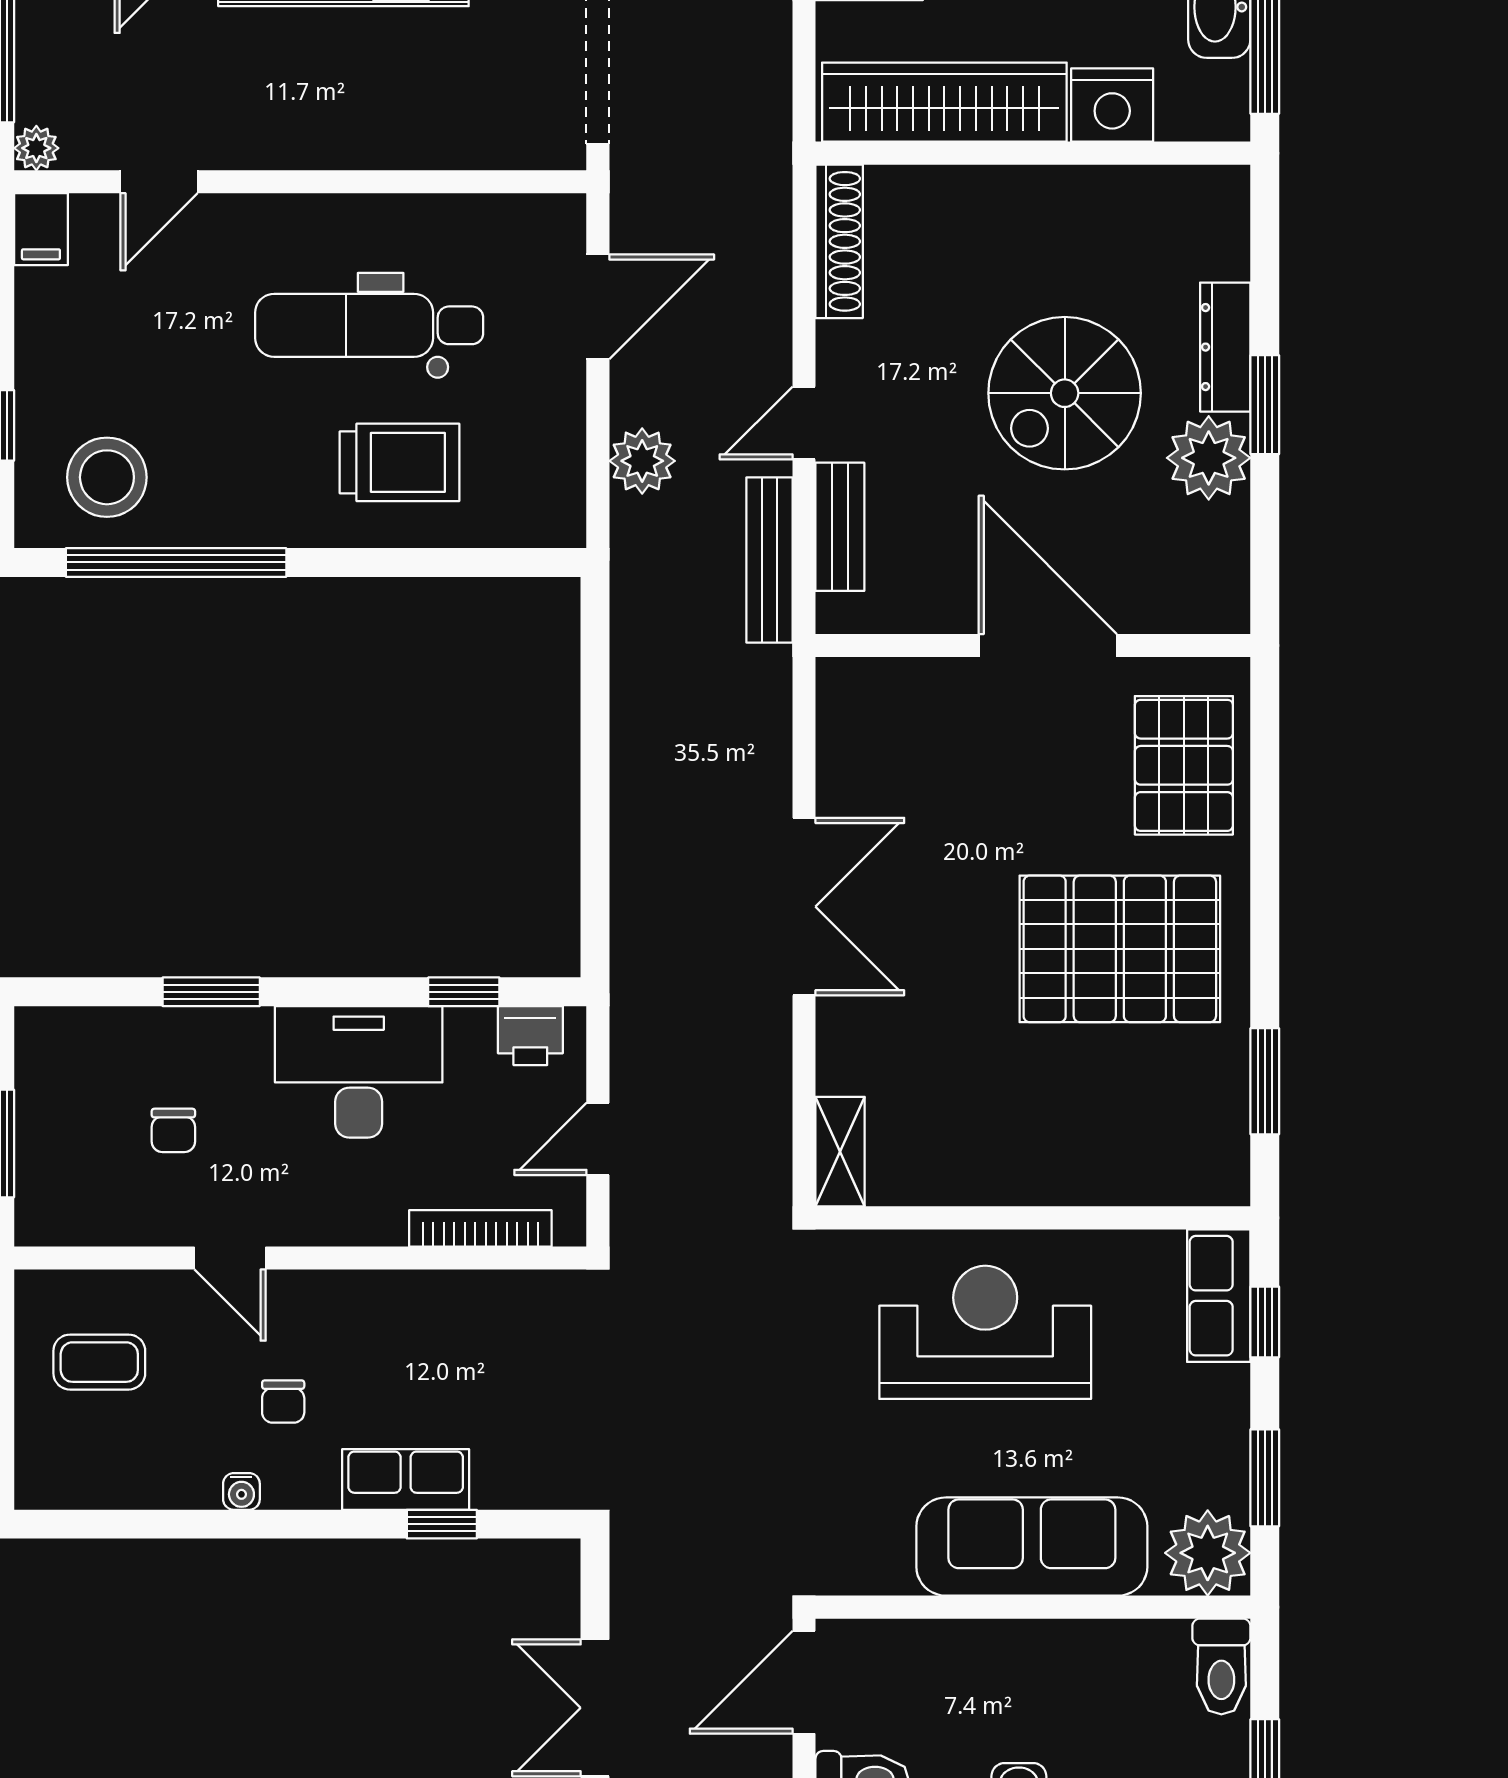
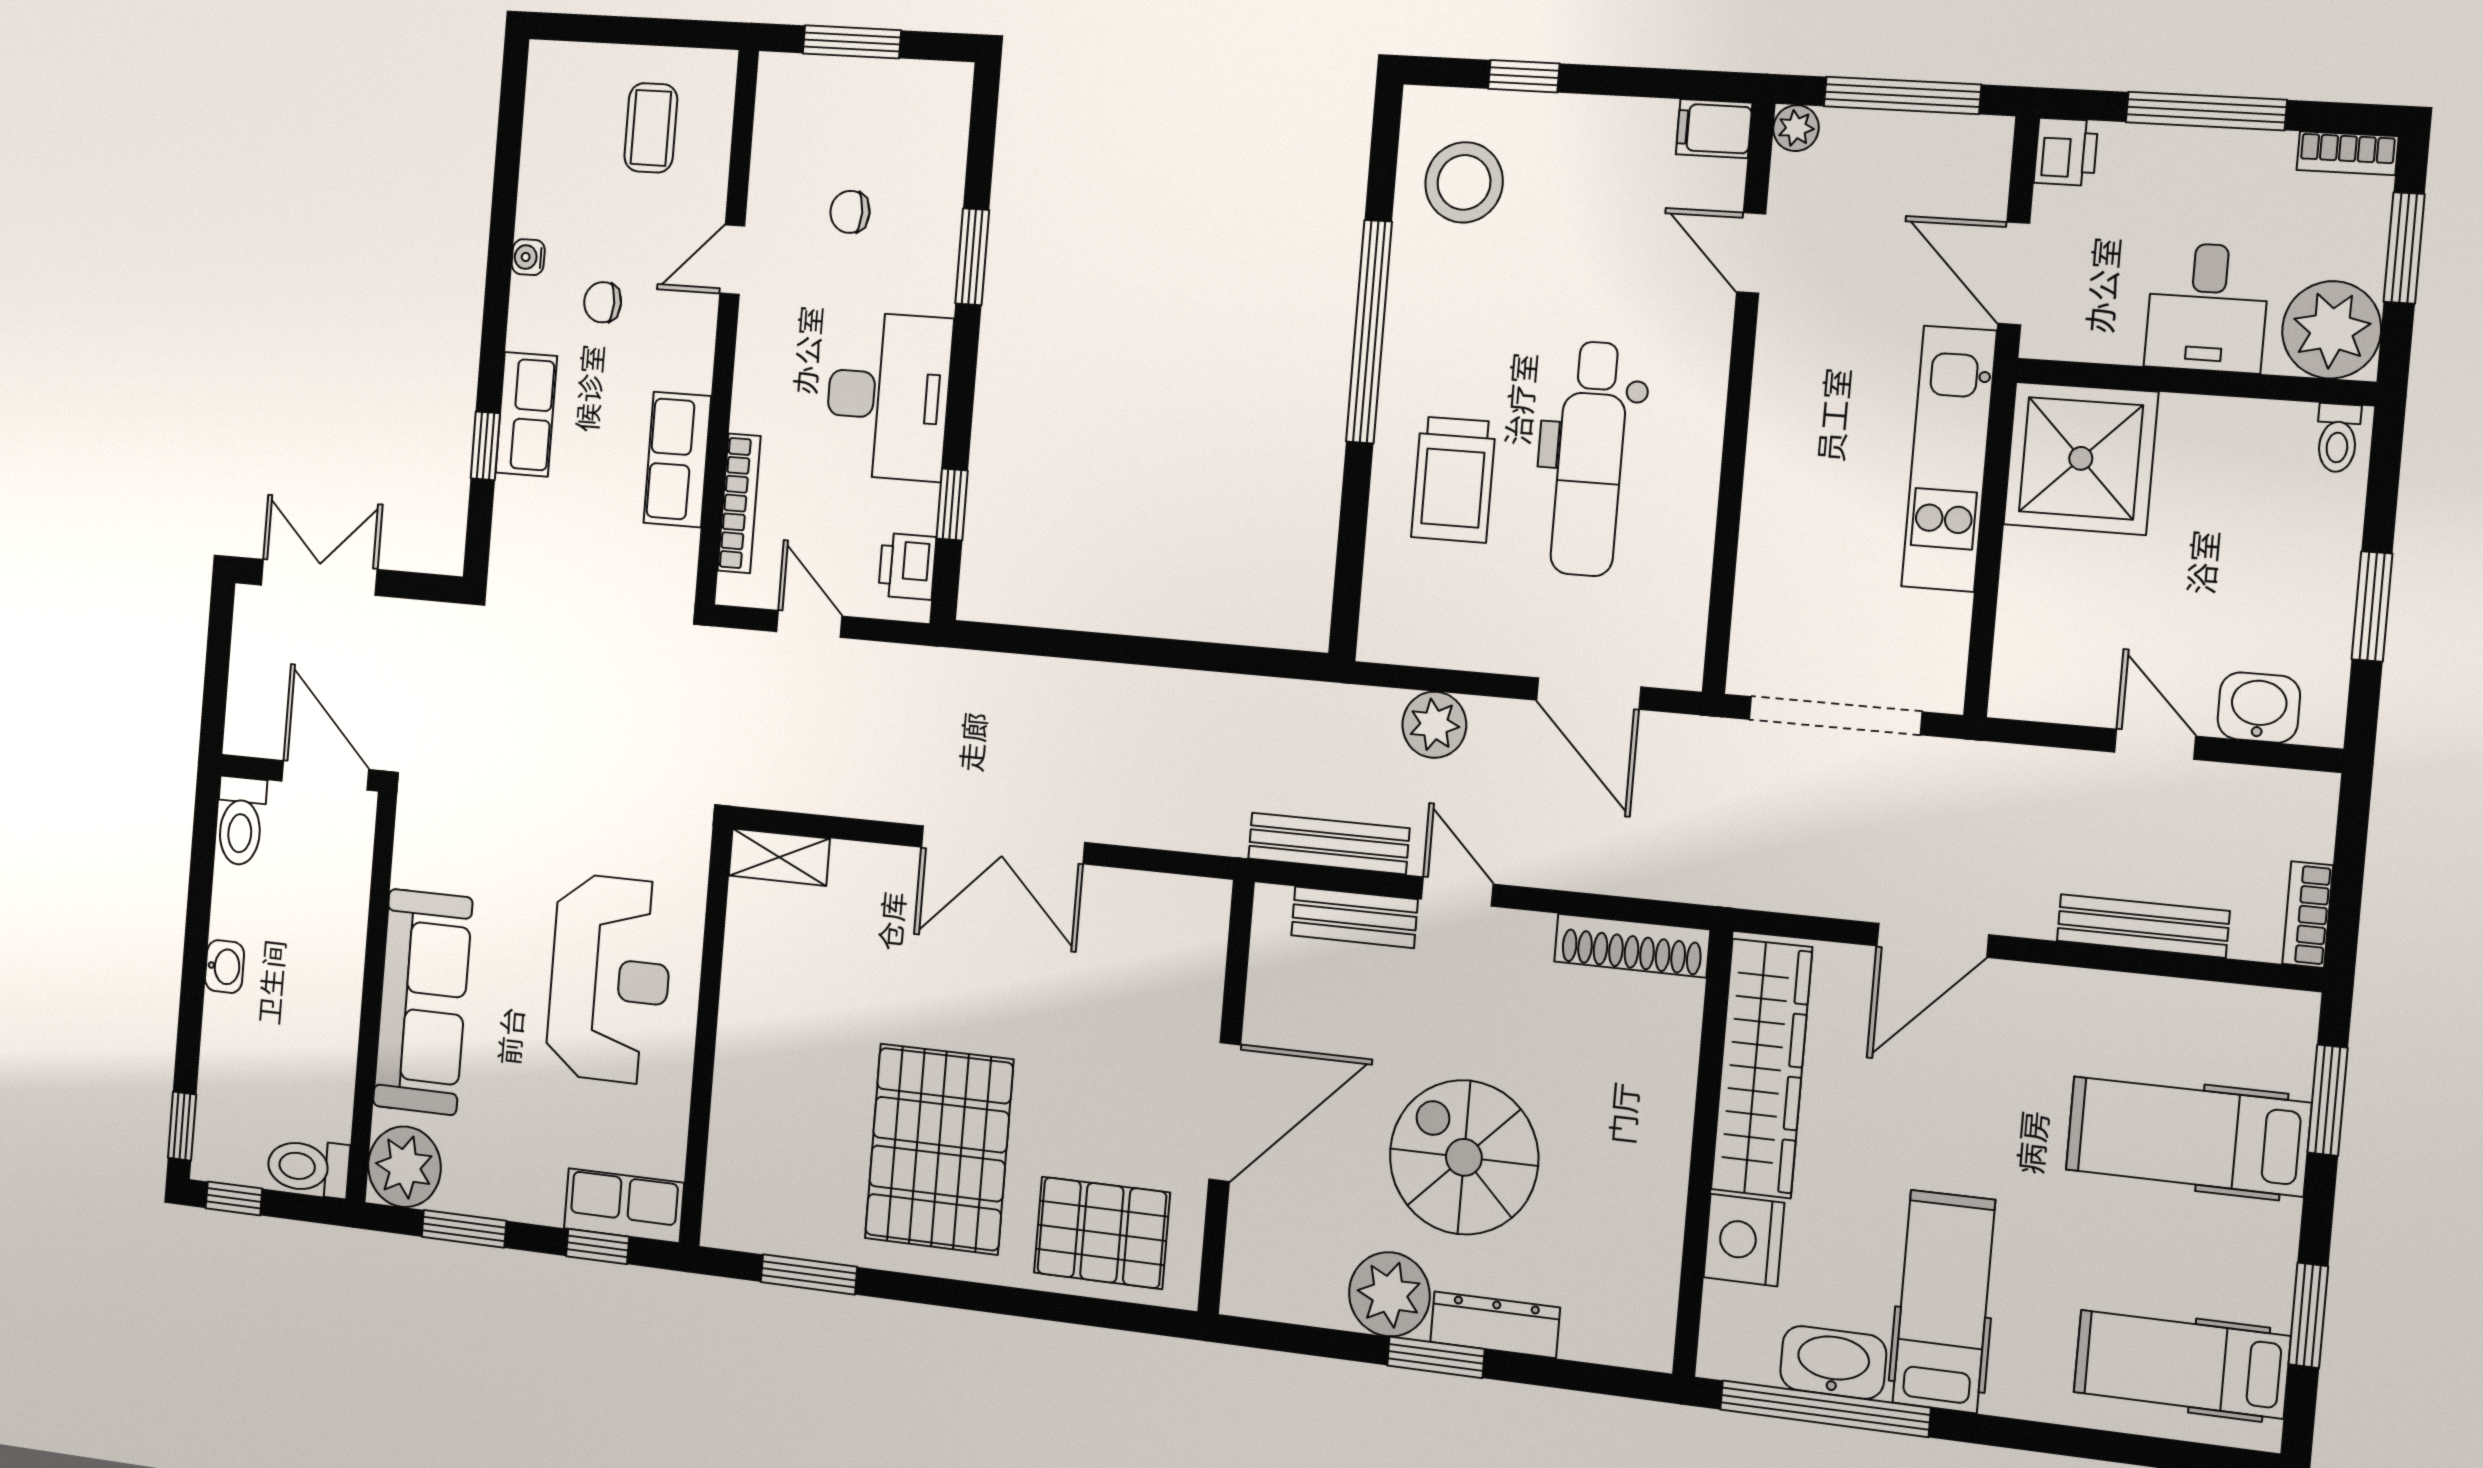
dental chair: (369, 325) -> (1590, 459), turned 180
window: (176, 562) -> (1369, 332), moved
row of seats: (440, 1302) -> (677, 460), added

